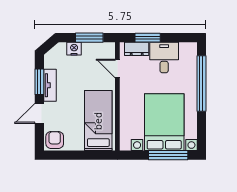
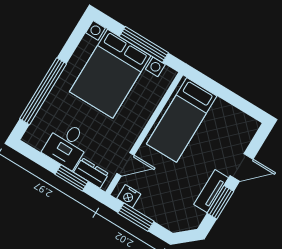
nightstand: (74, 49) -> (129, 196), moved
door: (117, 68) -> (126, 164), hinge flipped
armchair: (55, 140) -> (243, 128), removed
window: (168, 155) -> (144, 45), moved

